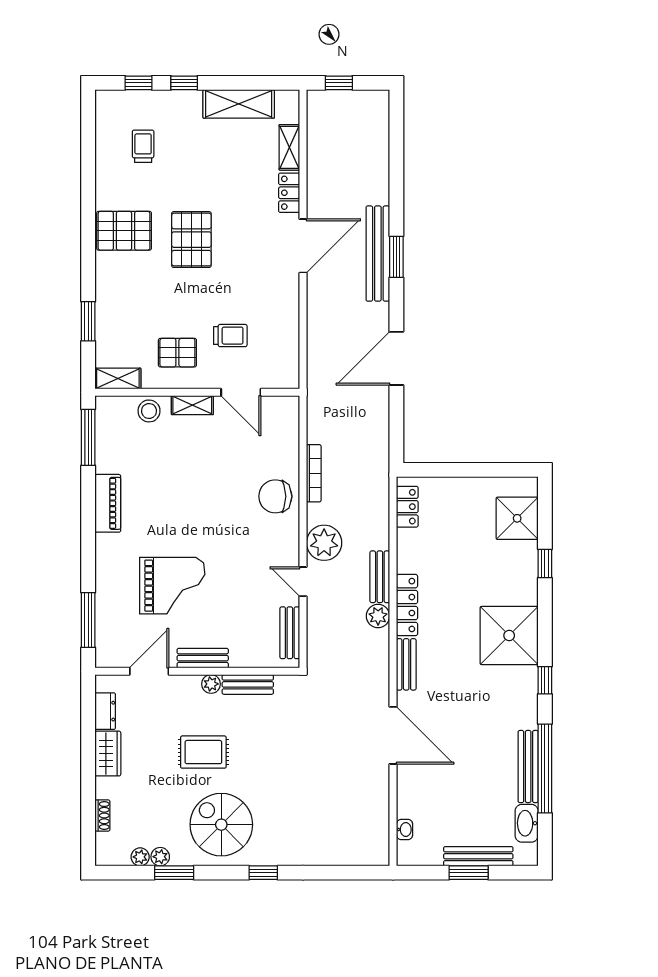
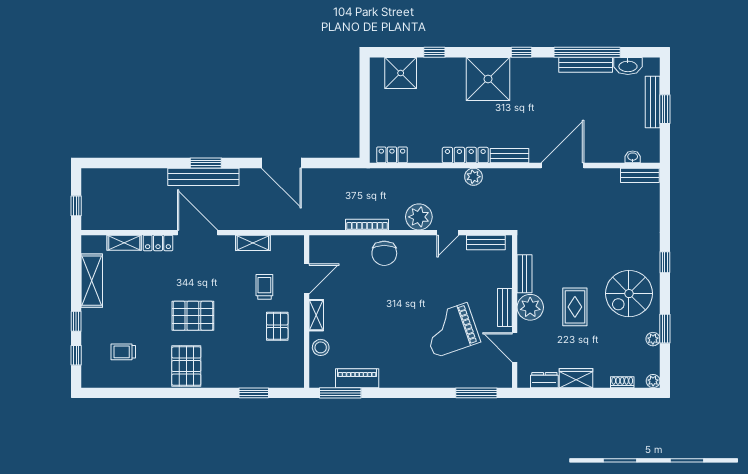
shelving: (118, 379) -> (253, 243), moved, turned 90
piano: (108, 503) -> (357, 378), moved
bench: (380, 577) -> (640, 175), moved
grand piano: (172, 586) -> (451, 330), turned -109
plant: (211, 684) -> (530, 307), width x1.88, depth x1.88
plant: (140, 857) -> (653, 381), moved

